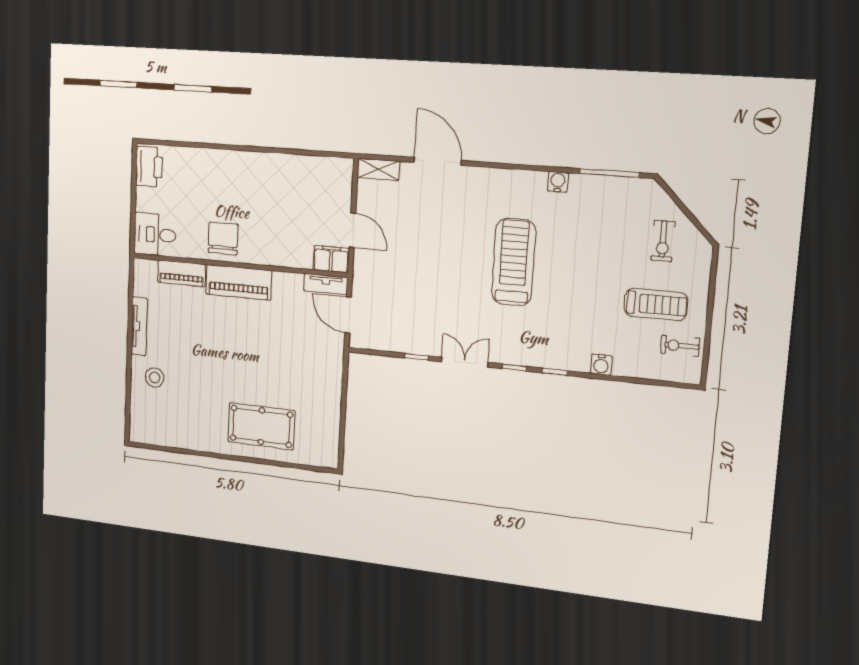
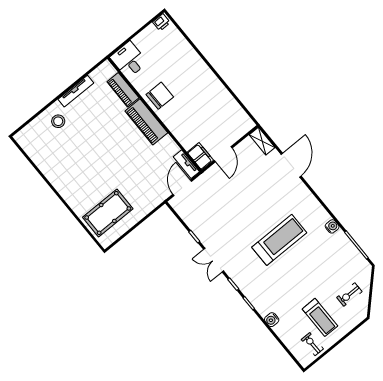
printer: (149, 167) -> (161, 22), width x0.53, depth x0.68
double door: (465, 362) -> (214, 260), swing flipped
pool table: (261, 426) -> (108, 213), moved, turned 90

